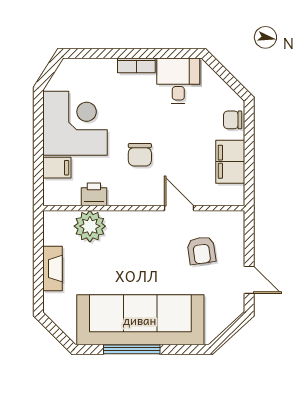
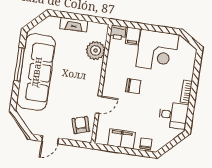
chair: (140, 155) -> (133, 86), turned 180
printer: (94, 194) -> (118, 32), moved, turned 90
armchair: (201, 250) -> (81, 125), moved, turned 81

